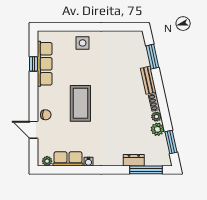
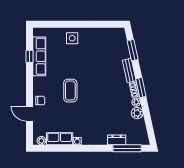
coffee table: (80, 103) -> (70, 91), width x0.73, depth x0.76
window: (171, 142) -> (141, 88), moved

